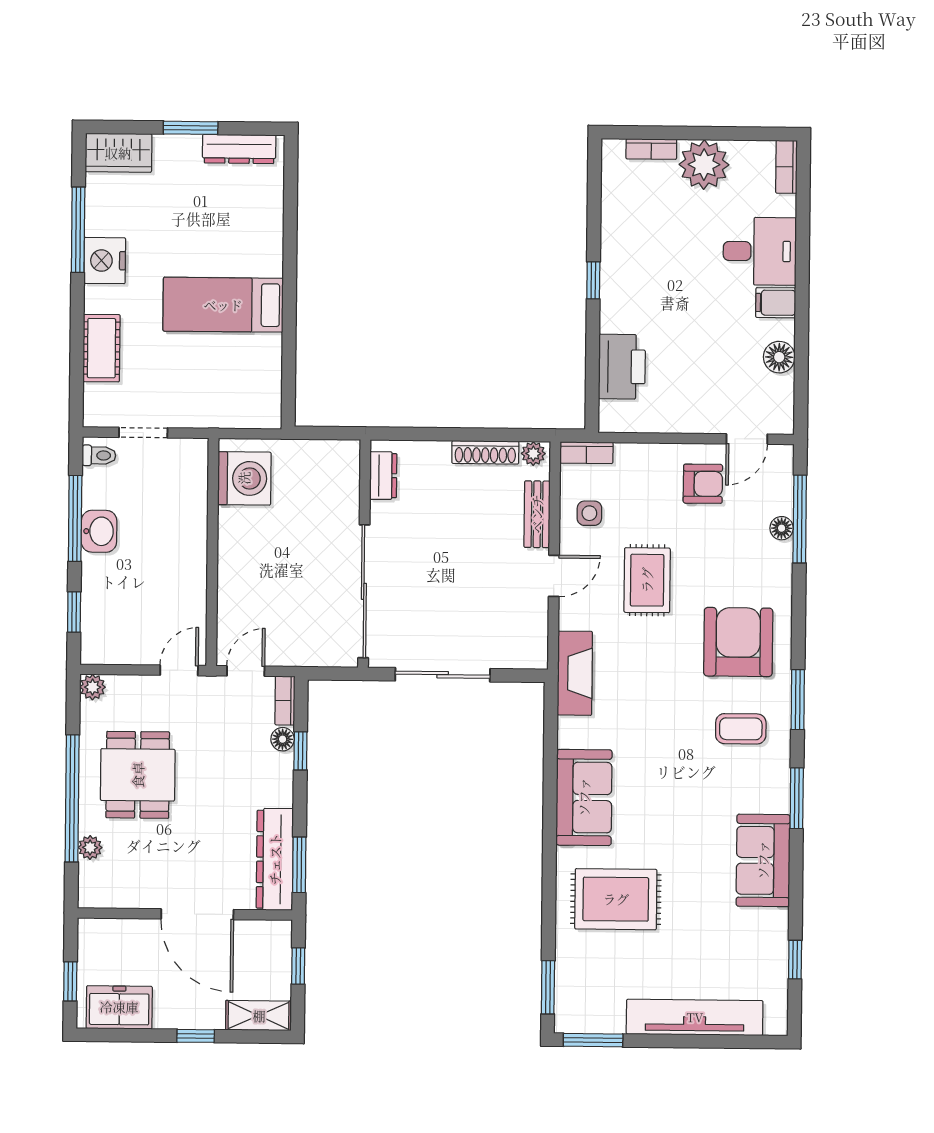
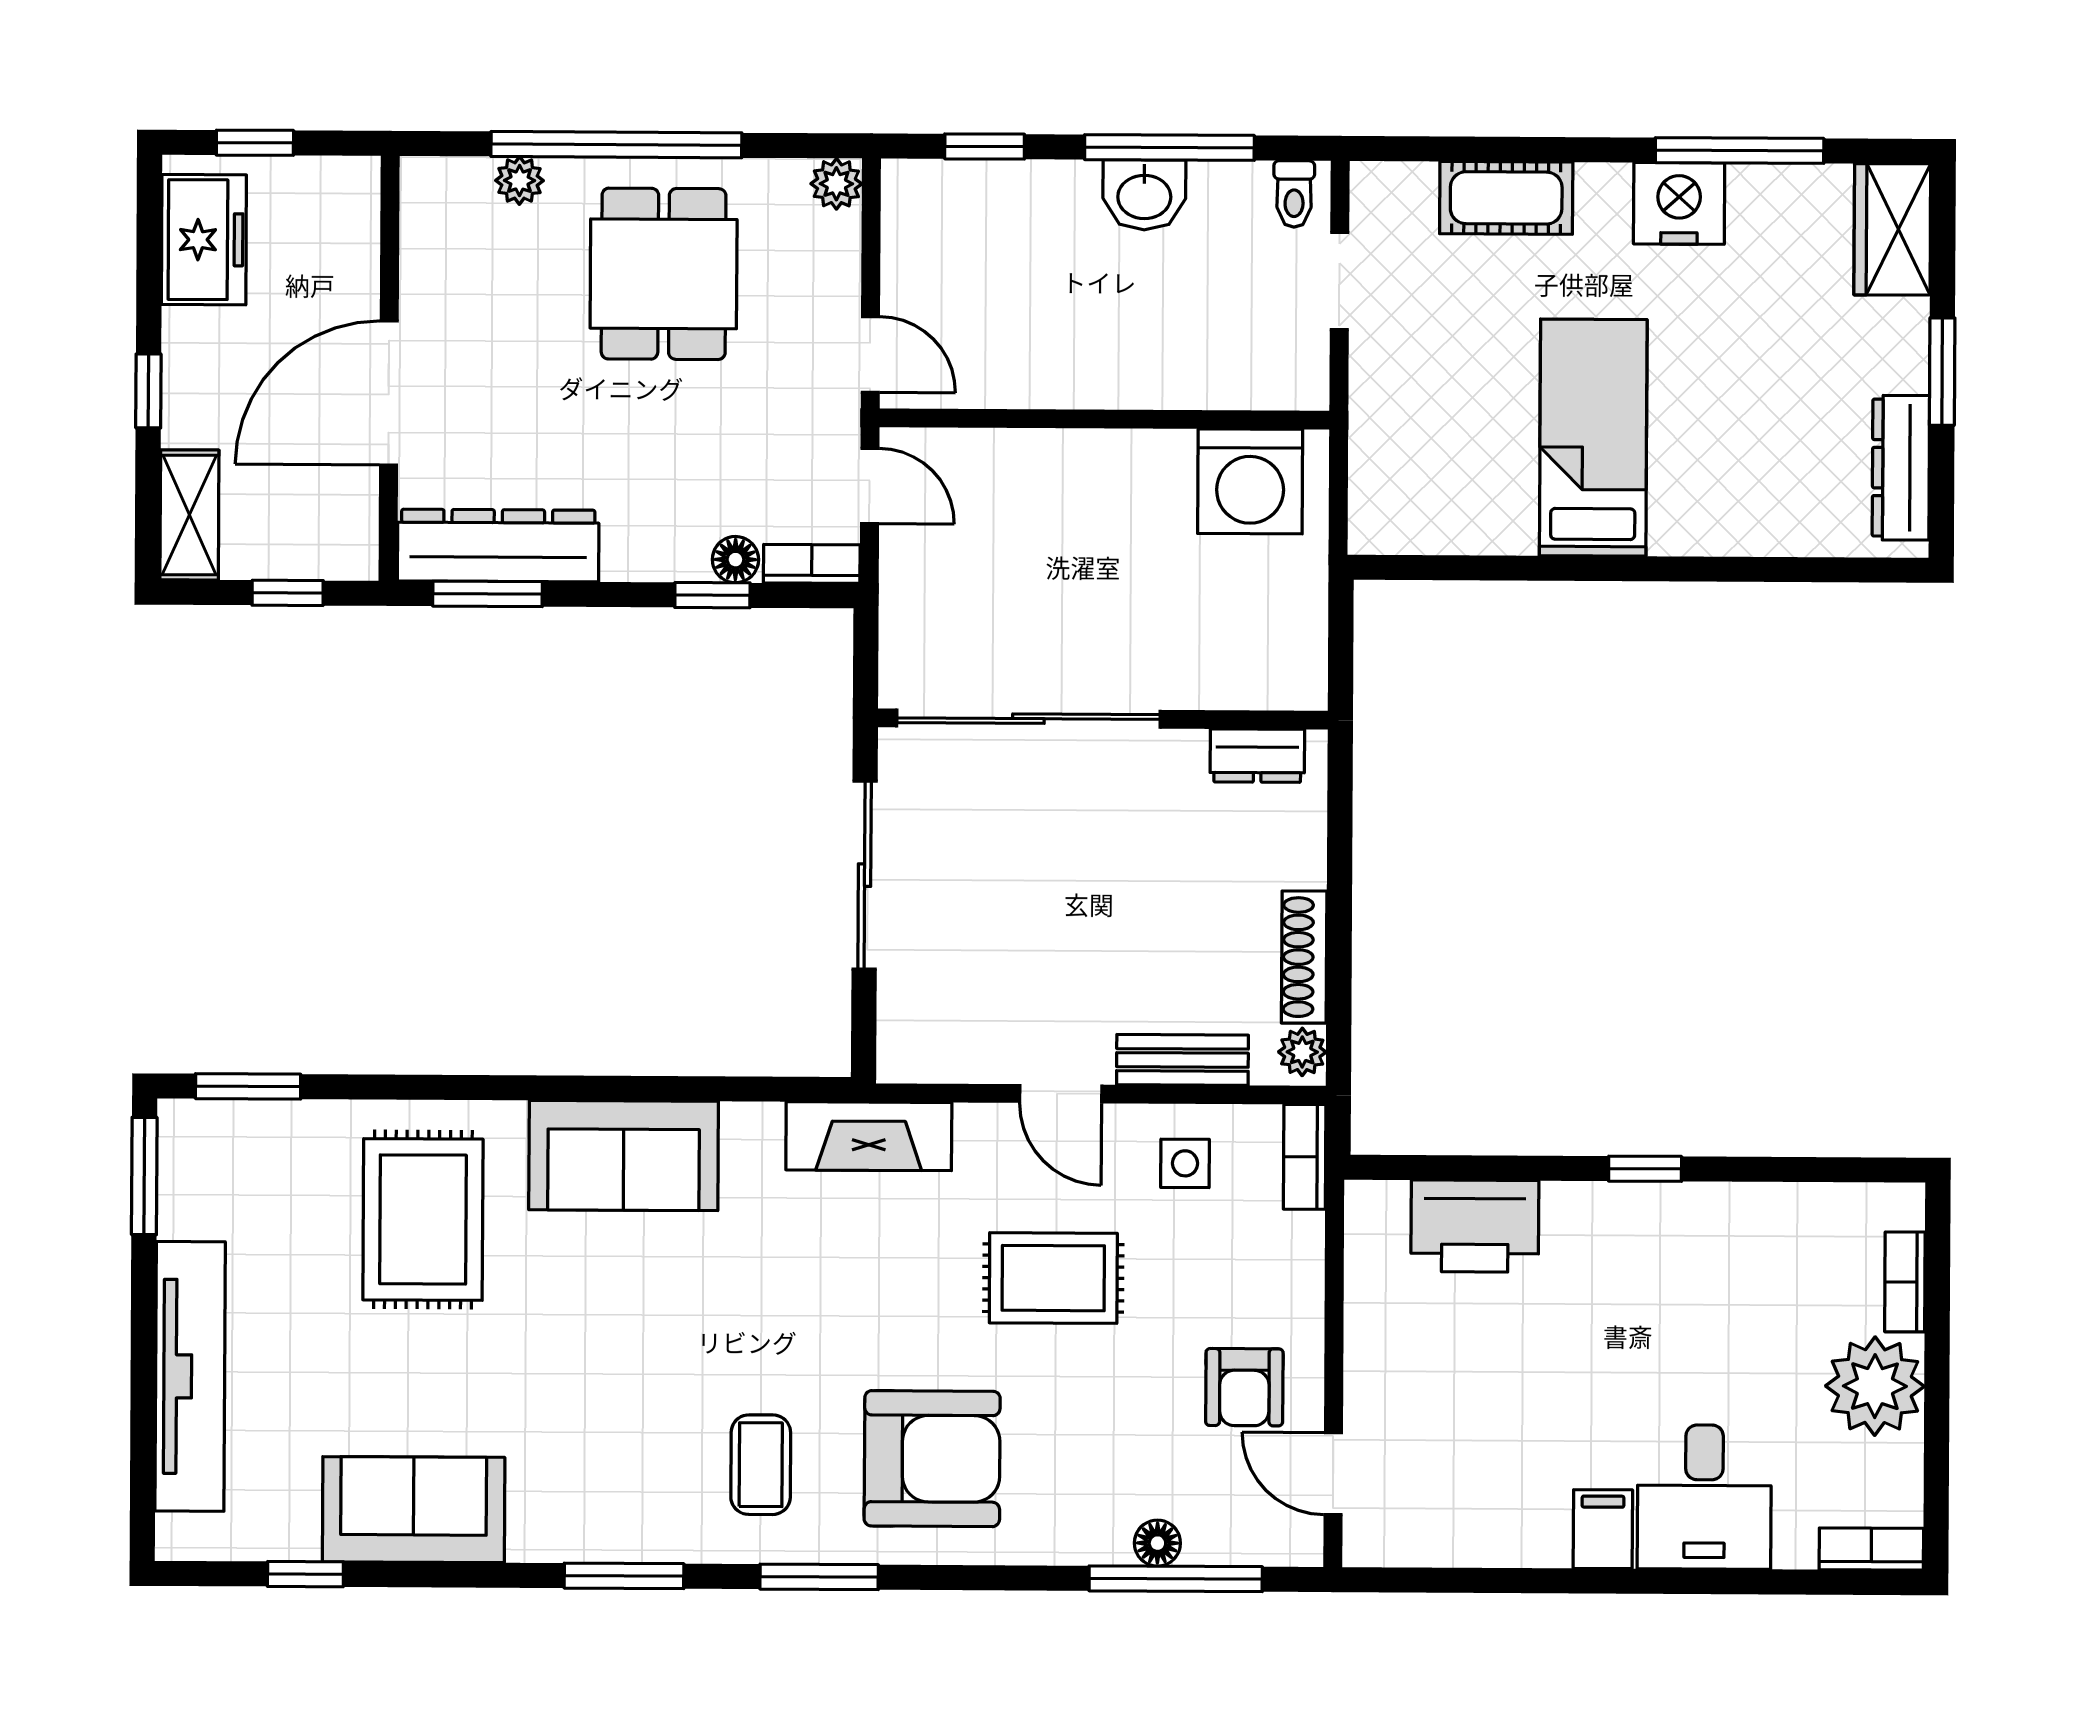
floor lamp: (779, 357) -> (1495, 1537), removed
dining table: (138, 775) -> (664, 274), turned 90
sofa: (763, 860) -> (414, 1510), moved

